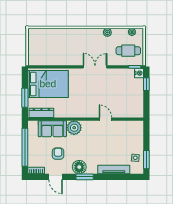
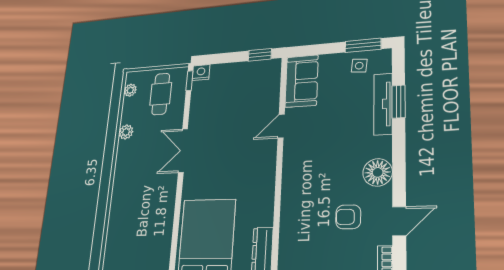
window: (146, 84) -> (260, 55), moved
plant: (74, 128) -> (295, 185), removed
sofa: (52, 129) -> (302, 81), moved
window: (85, 177) -> (399, 101), moved

